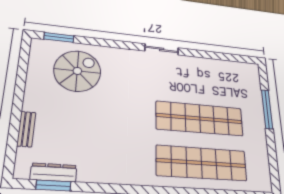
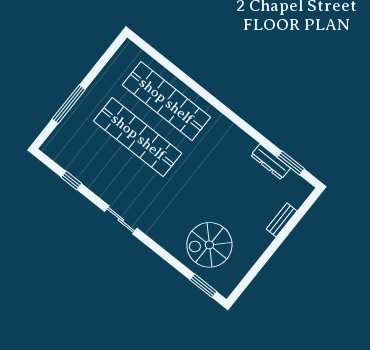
window: (219, 56) -> (71, 180), added
dresser: (54, 172) -> (271, 162), moved

